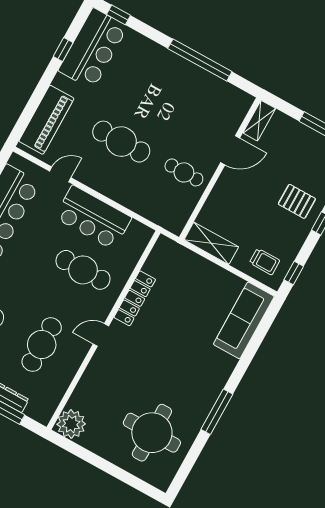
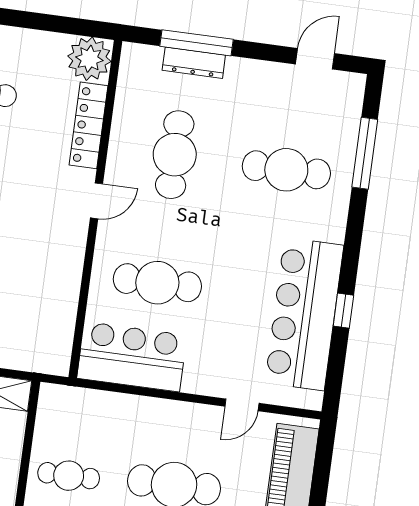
bar counter: (93, 217) -> (132, 357), moved
locker: (135, 298) -> (89, 125), moved

